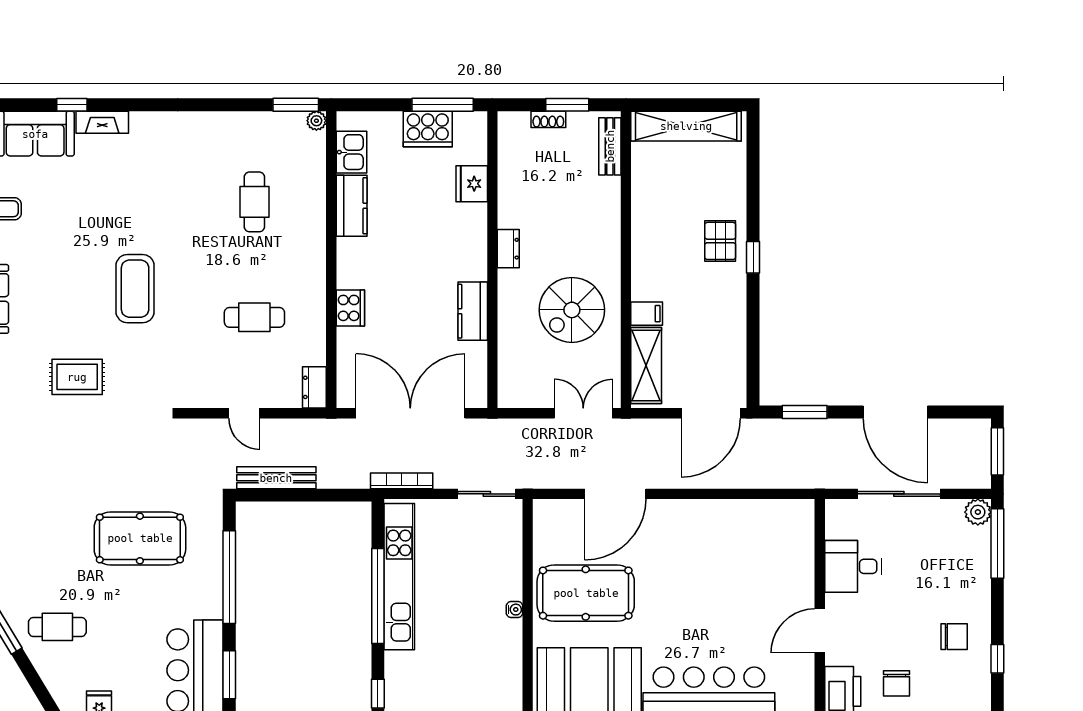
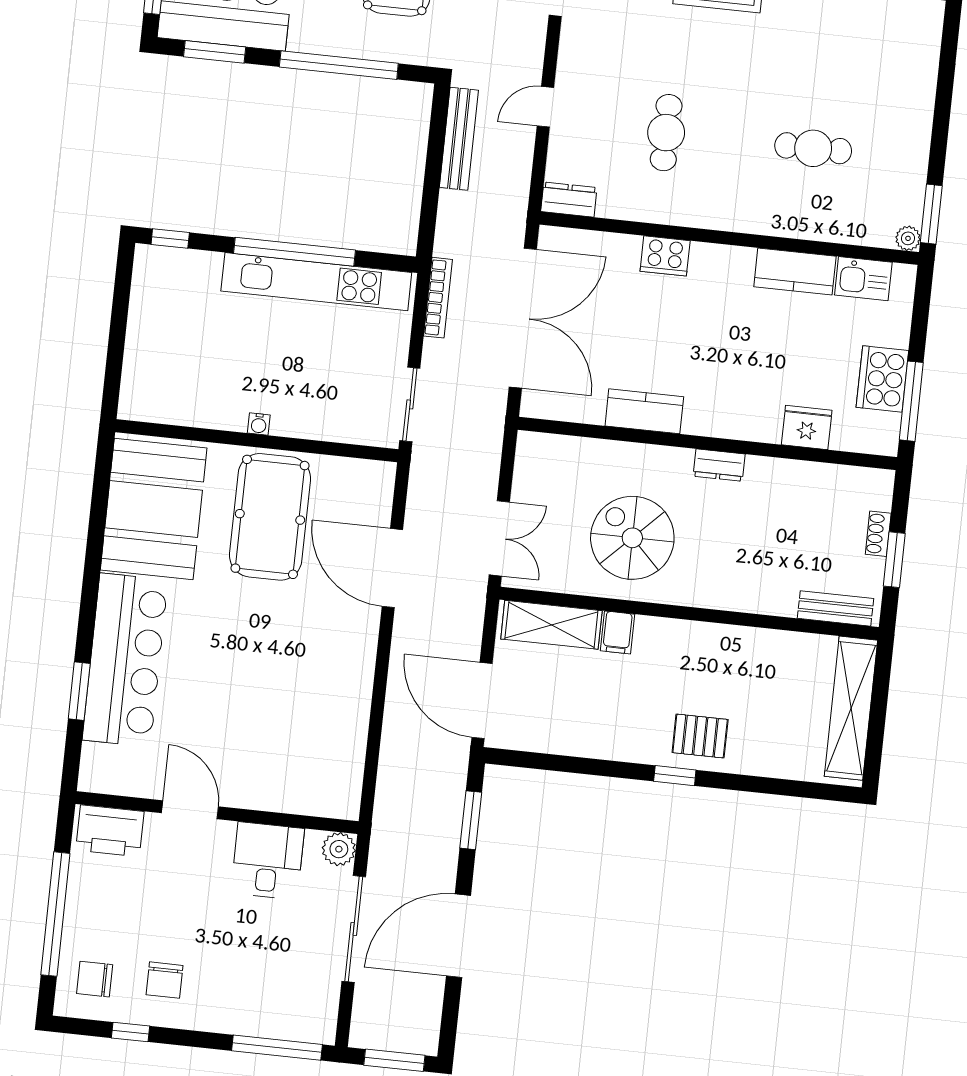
plant: (978, 512) -> (339, 849), moved
chair: (897, 683) -> (95, 979), moved

